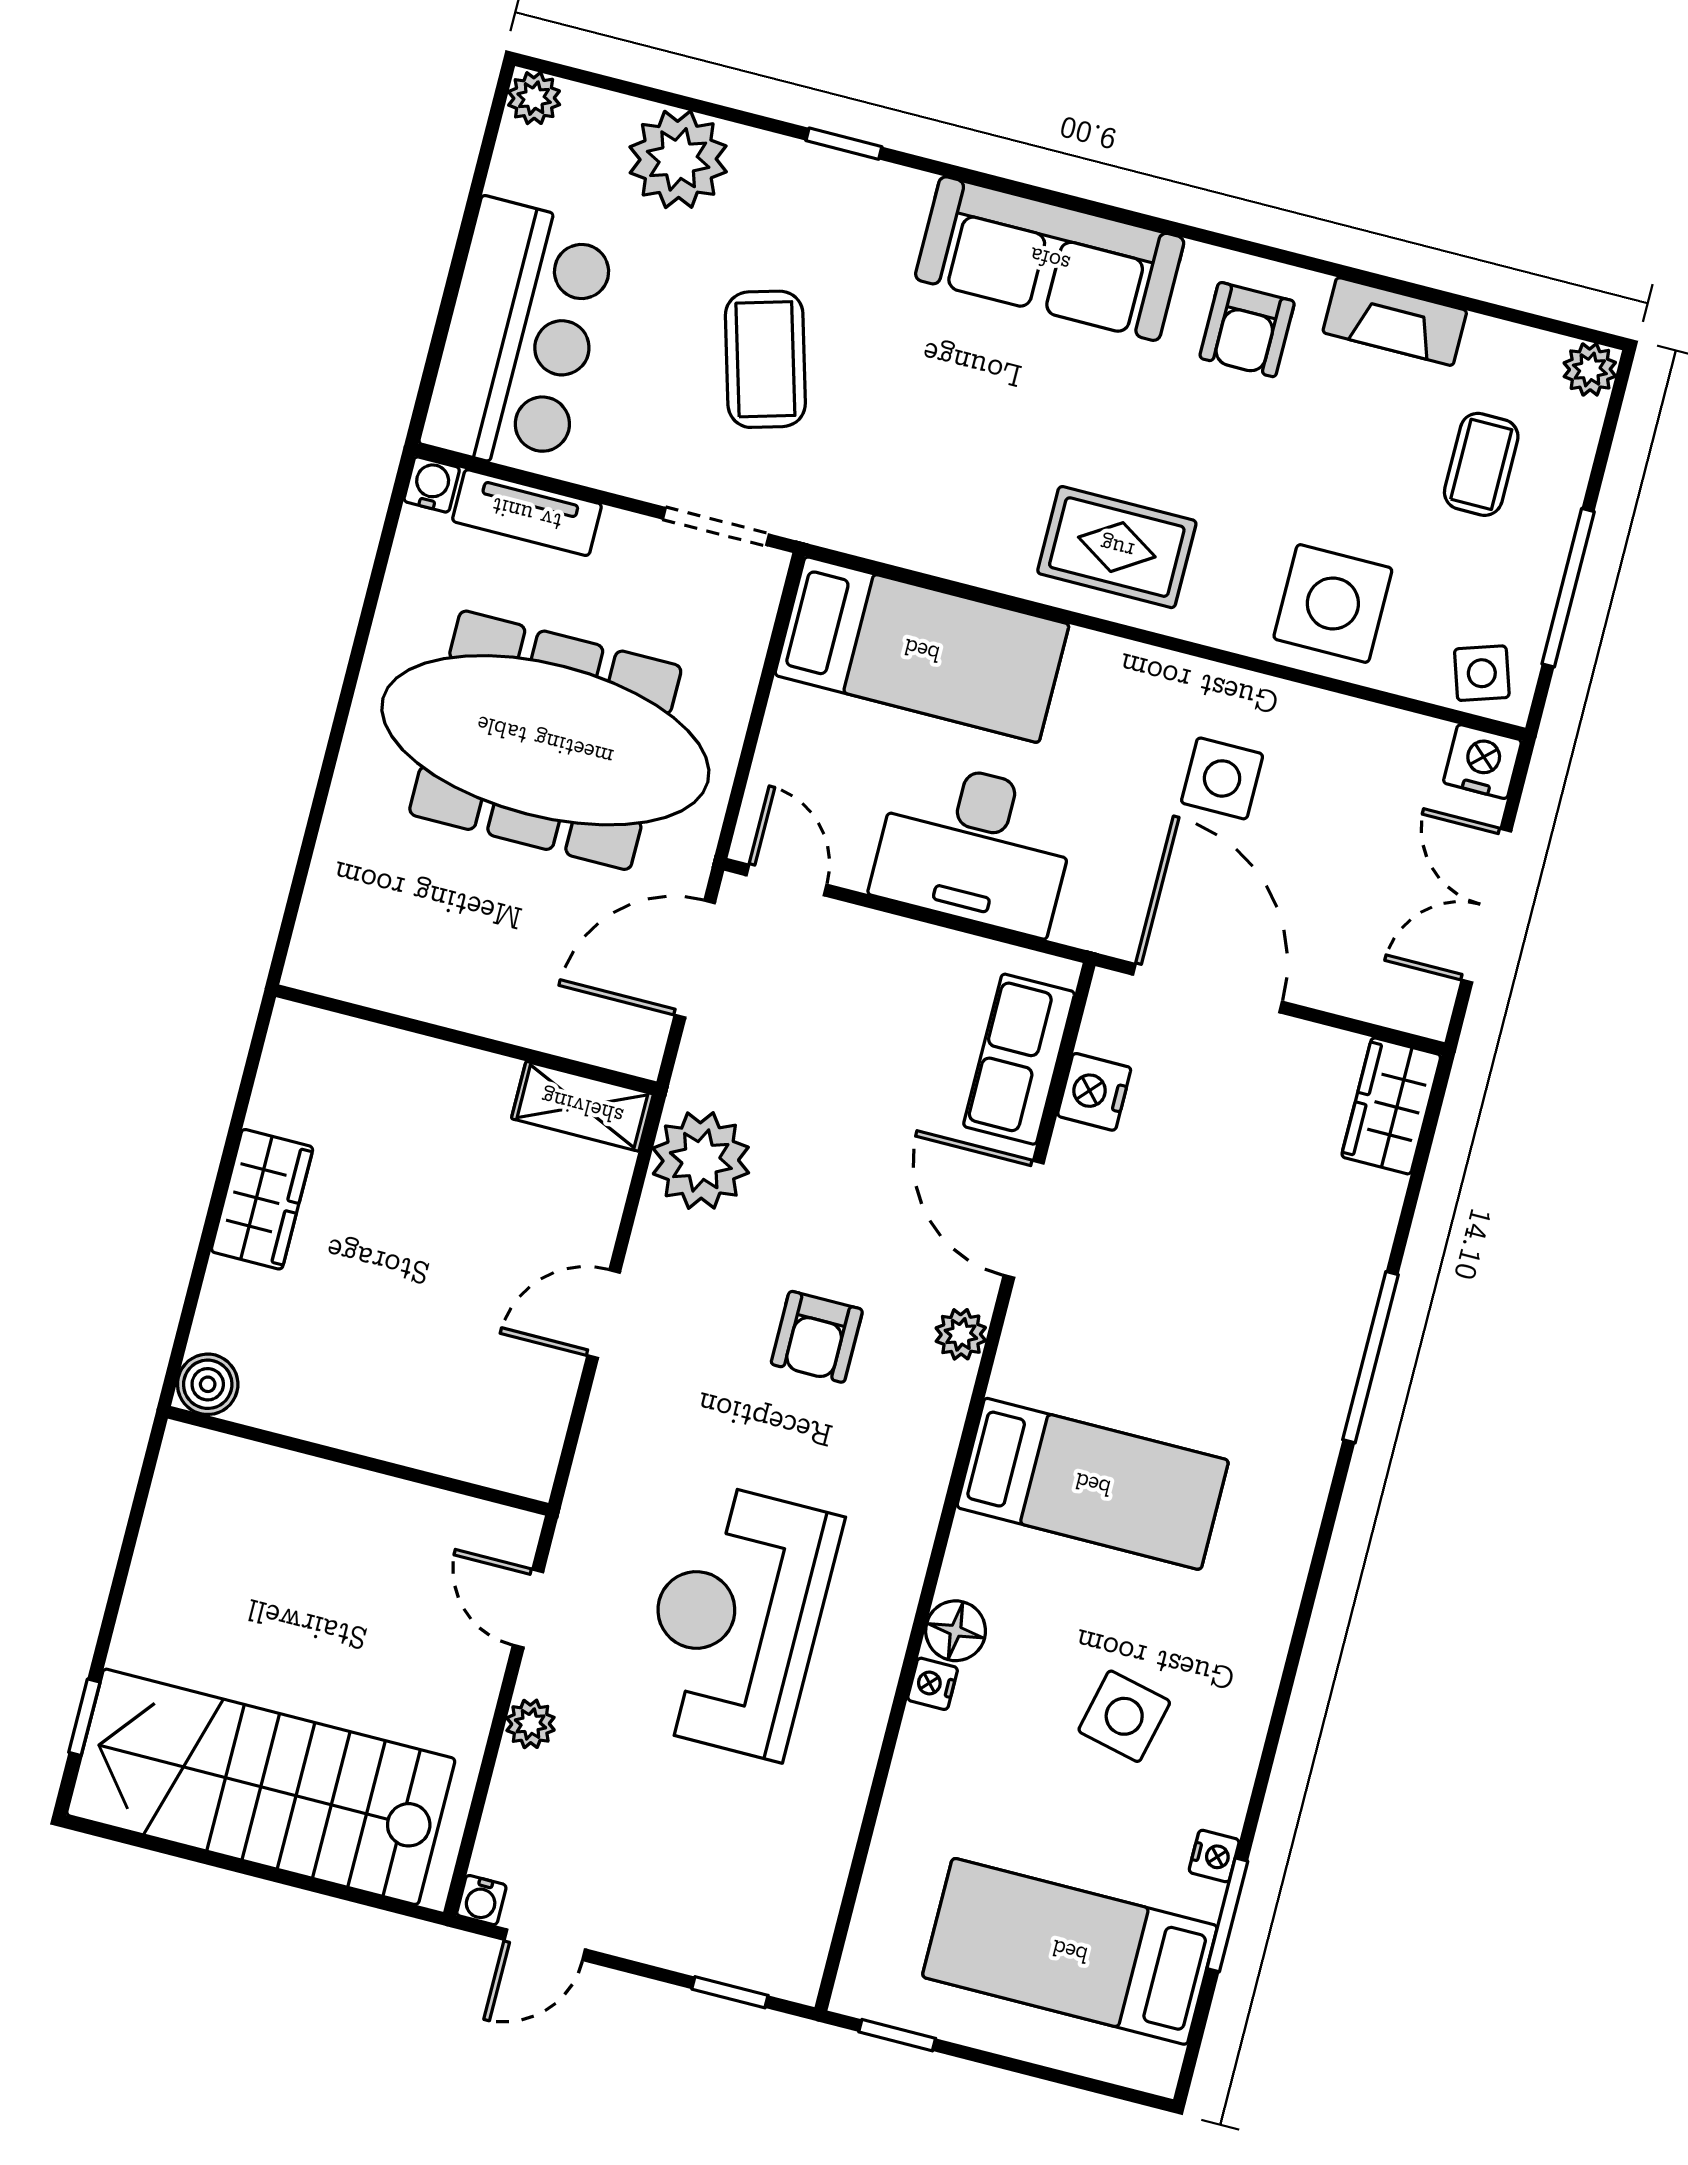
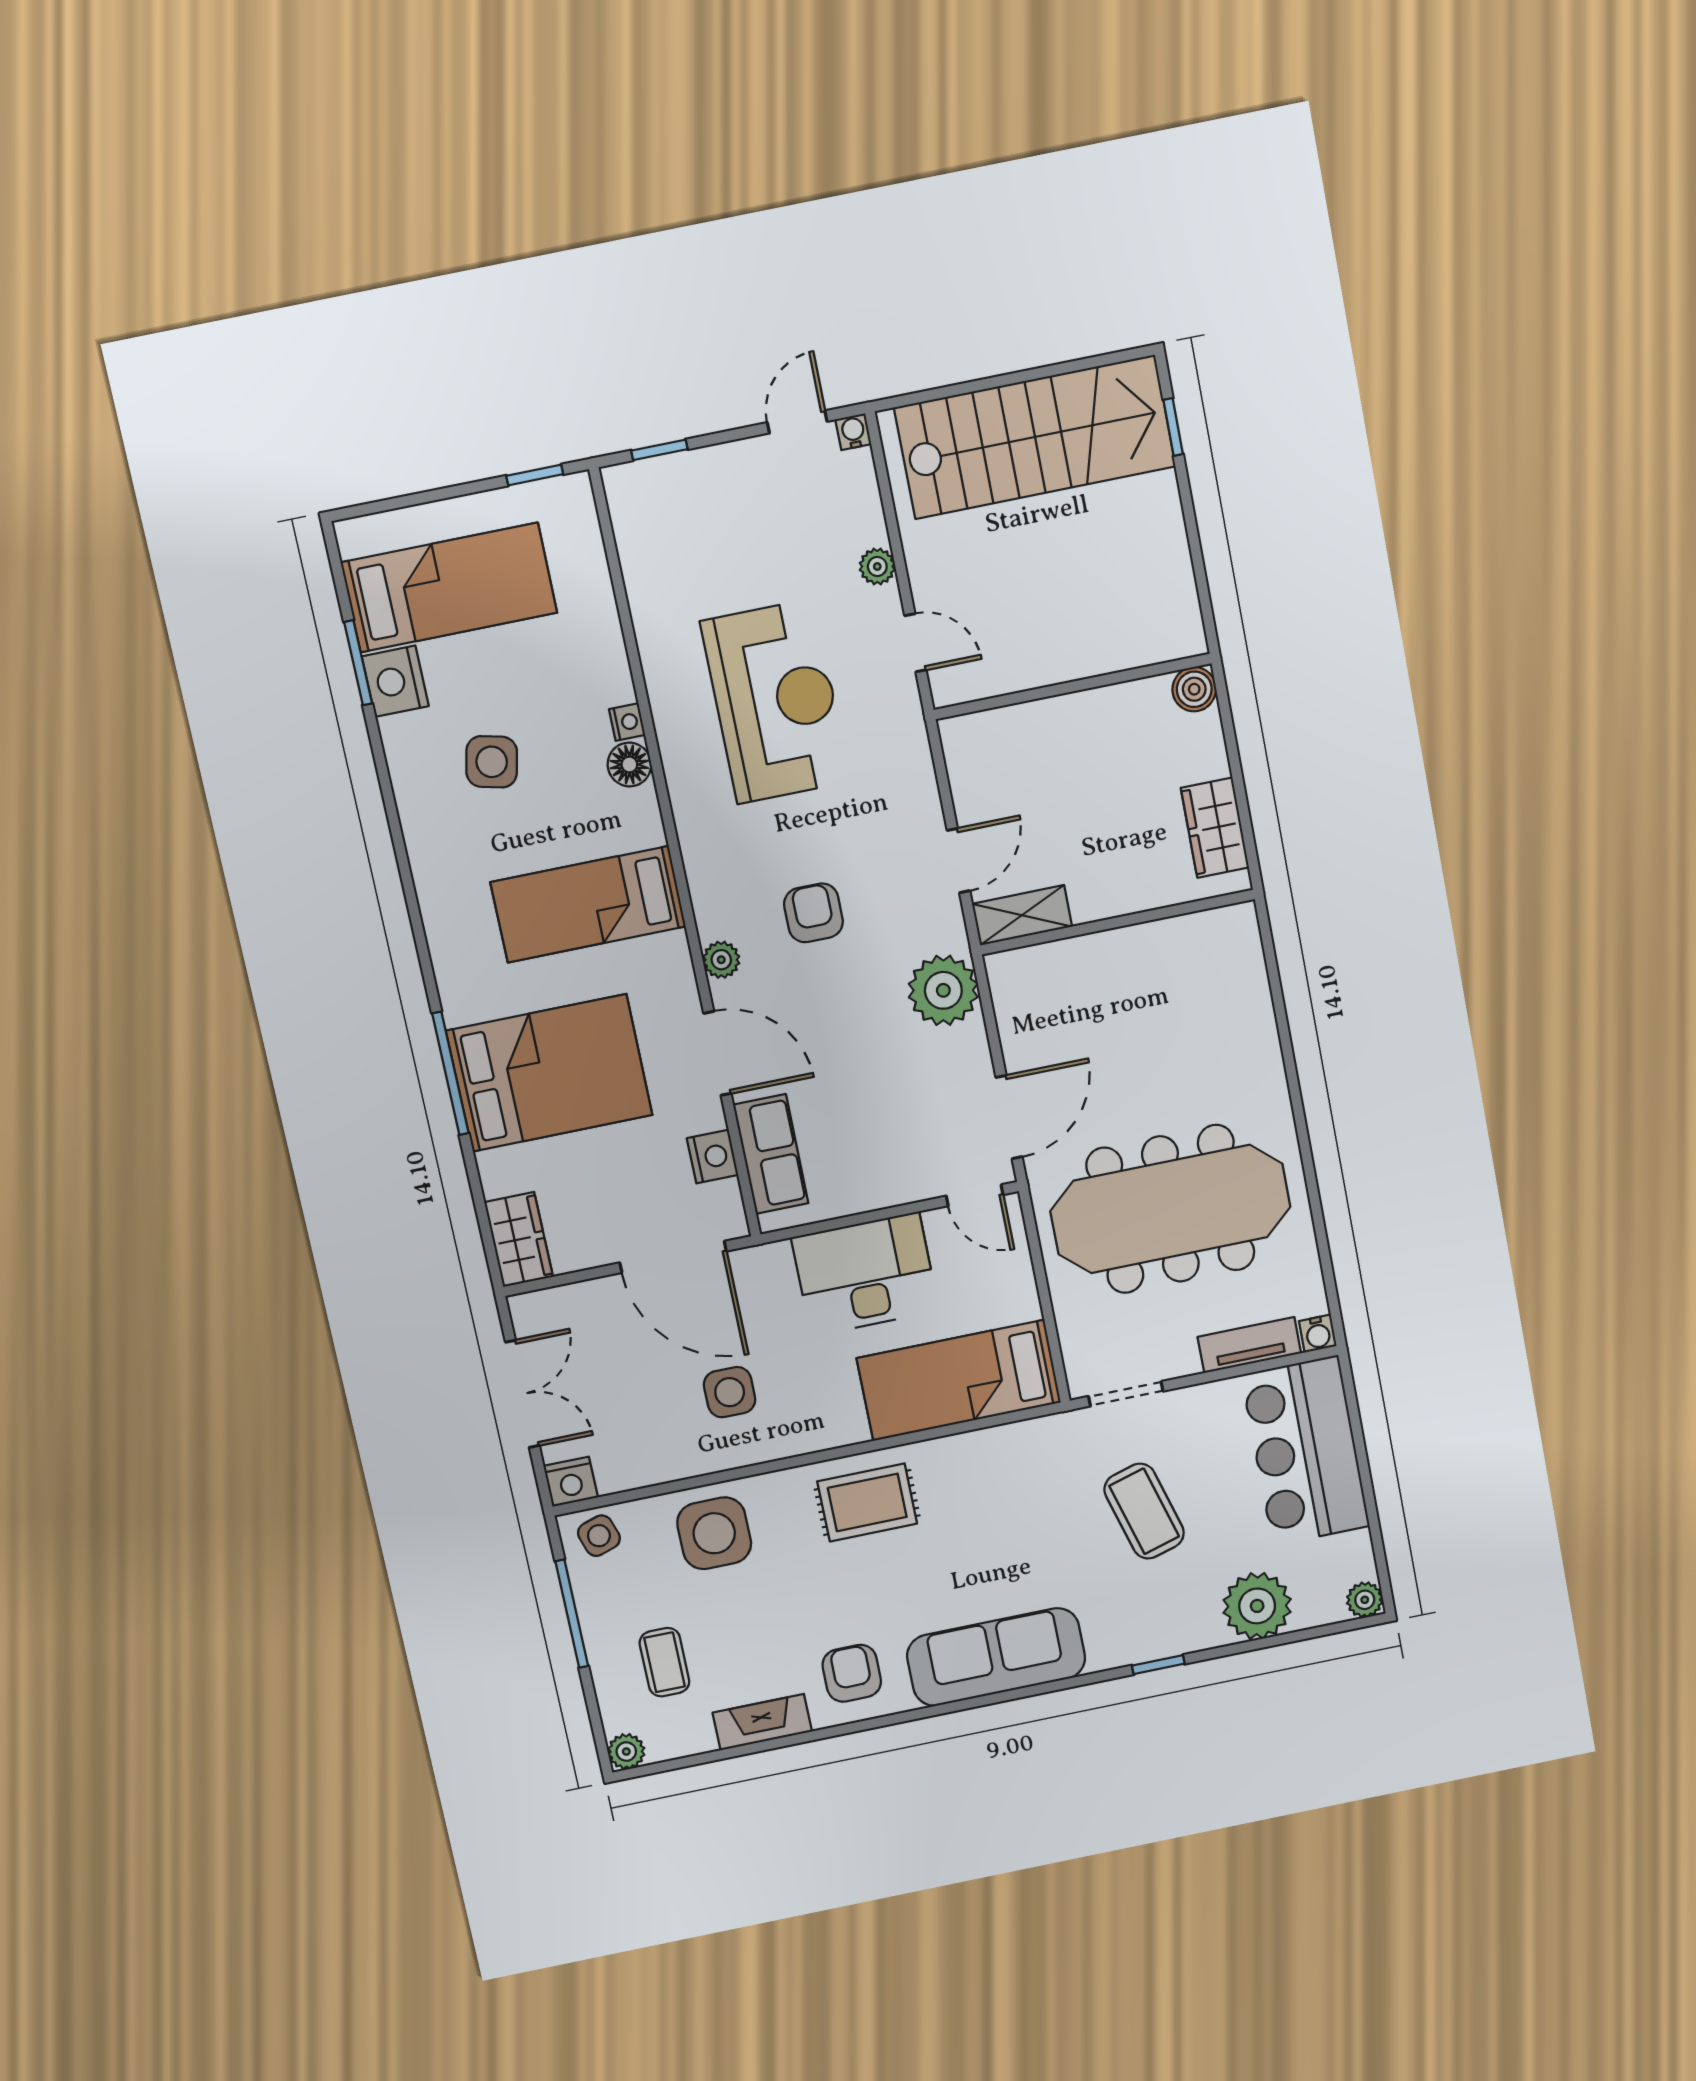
wall: (466, 1039) -> (1117, 922), moved
shelving: (582, 1106) -> (1022, 915), moved
bed: (1247, 1297) -> (549, 1073), added
nightstand: (1214, 1856) -> (395, 681), width x1.89, depth x1.79

